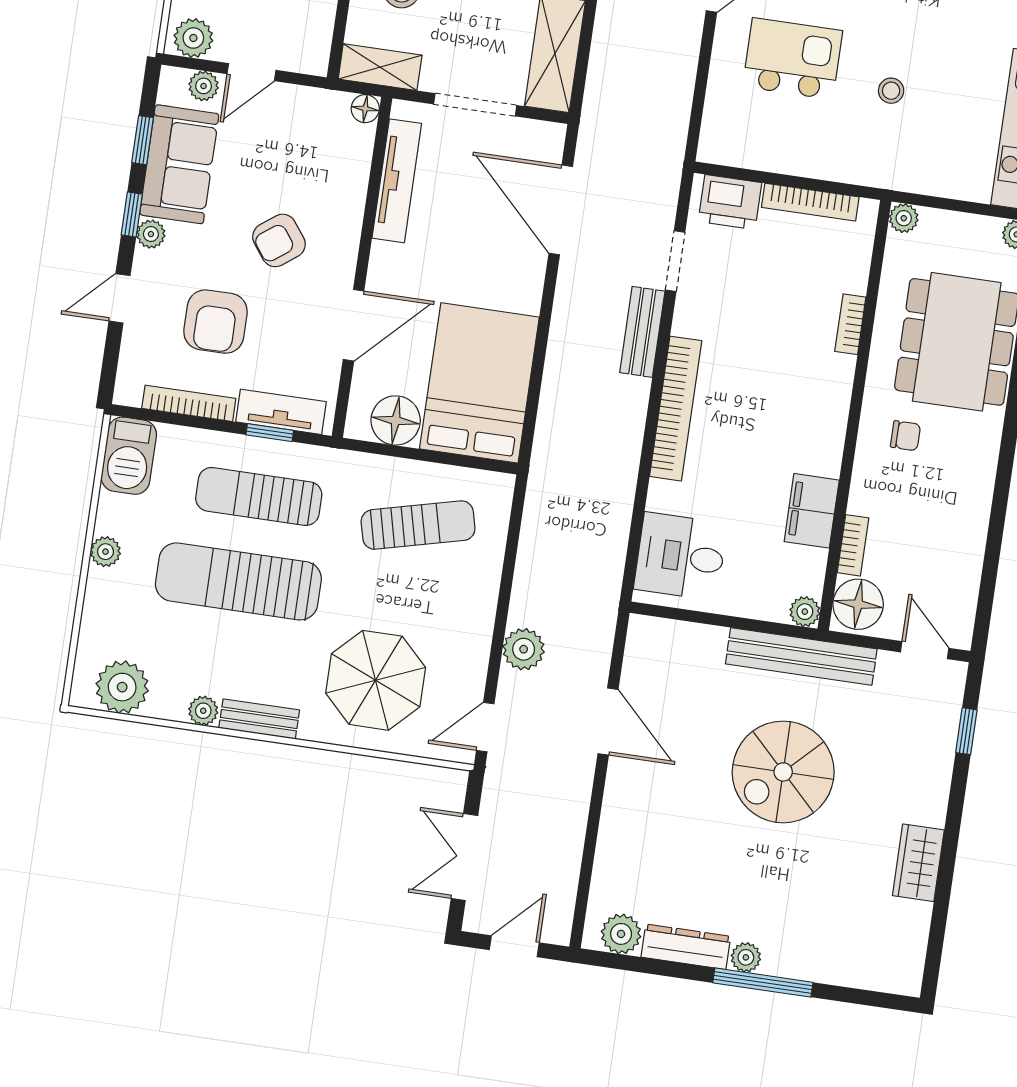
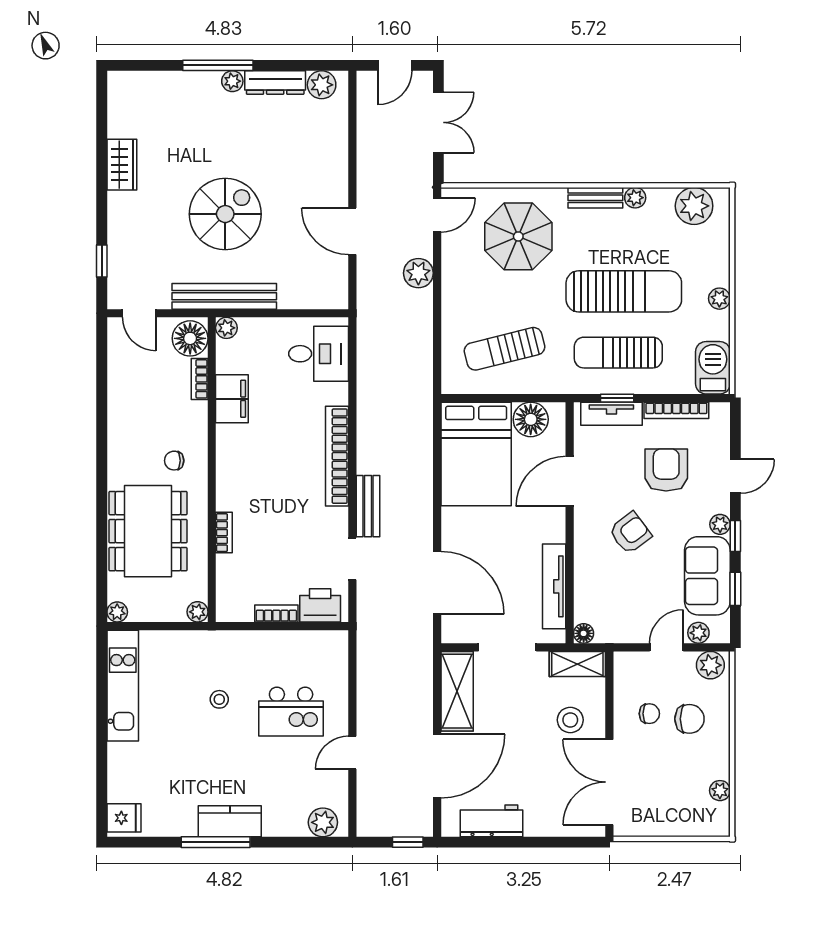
bookcase: (810, 202) -> (276, 614), width x0.64
sun lounger: (259, 496) -> (618, 353), turned 180

